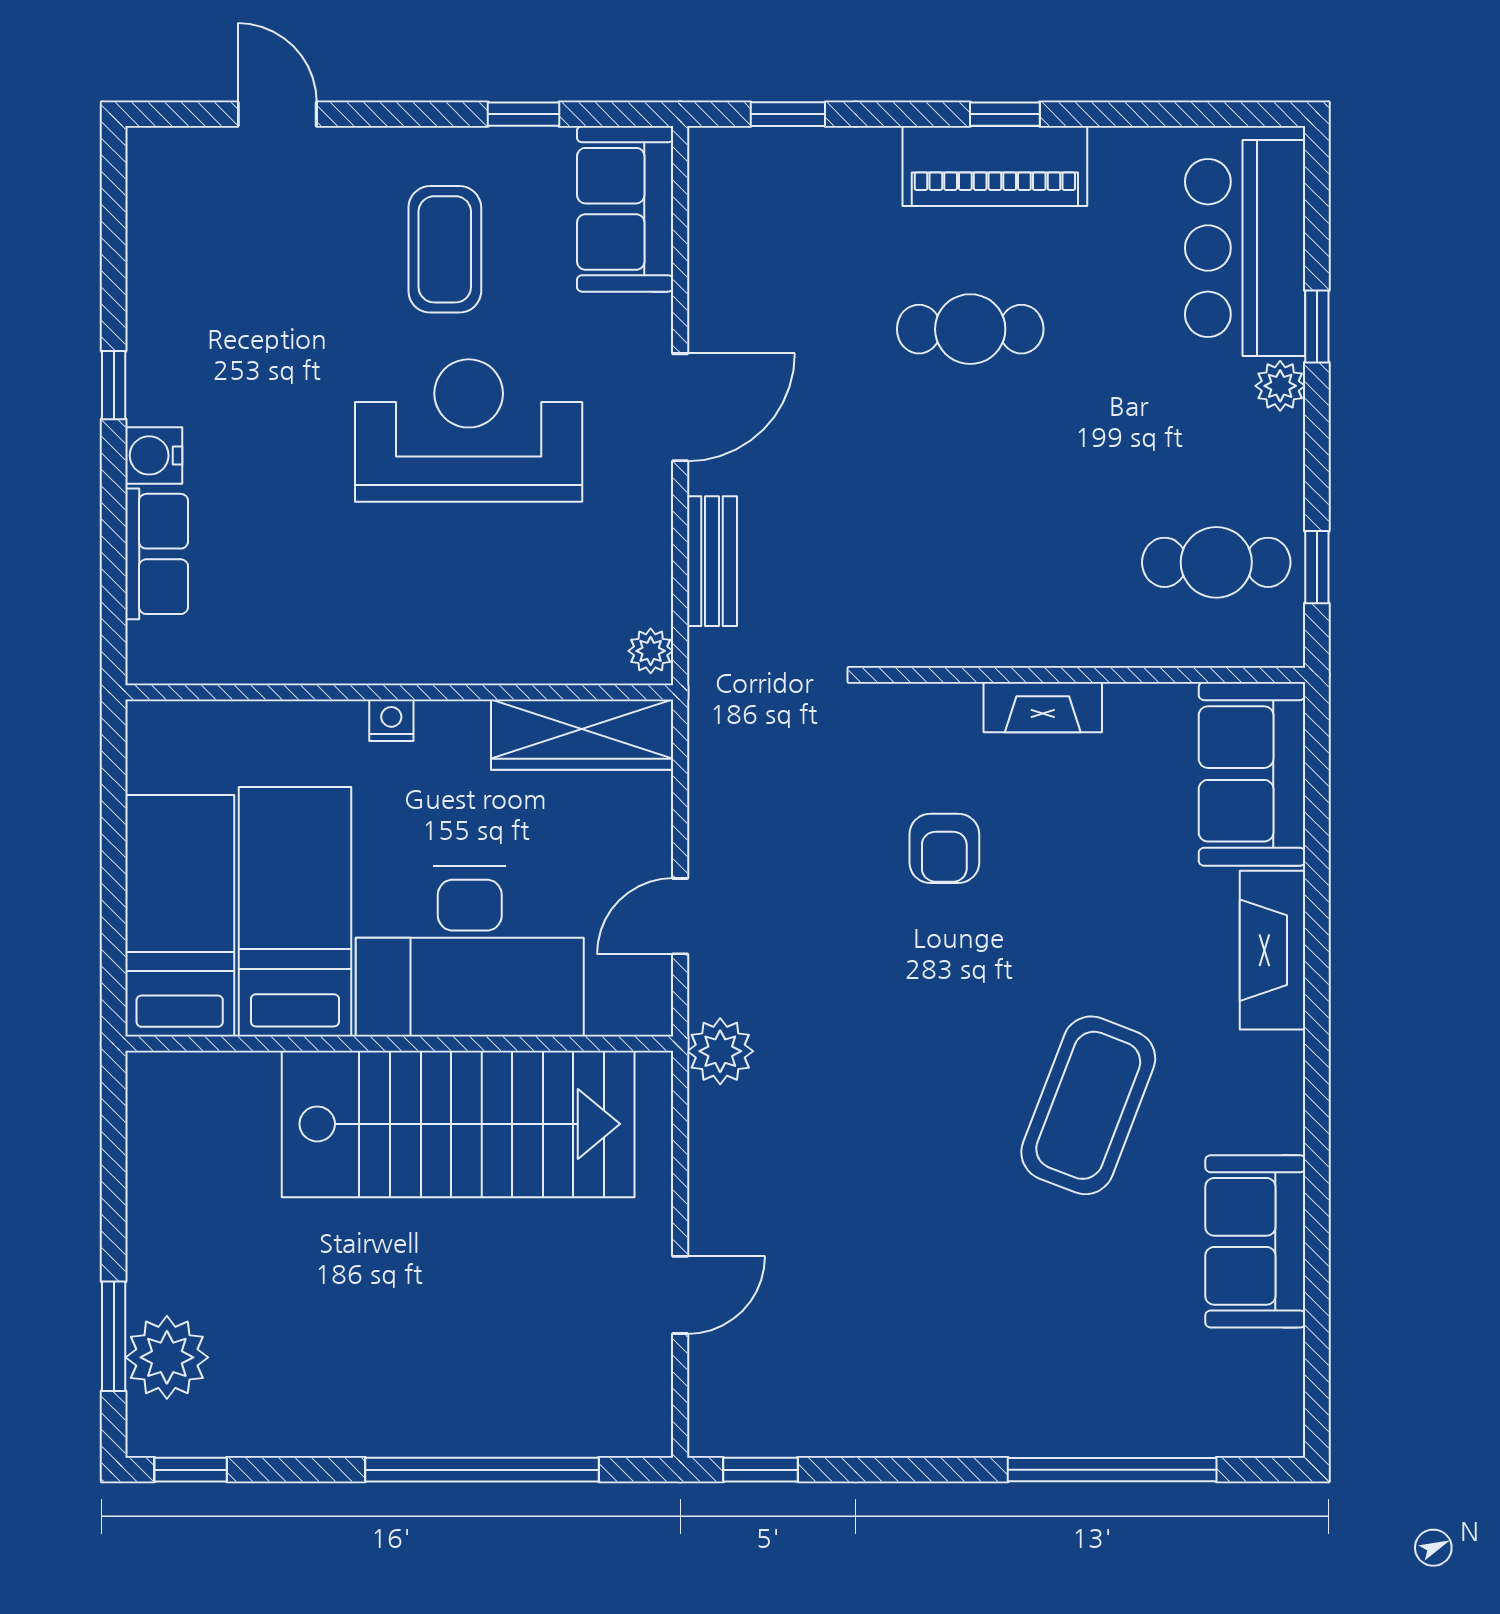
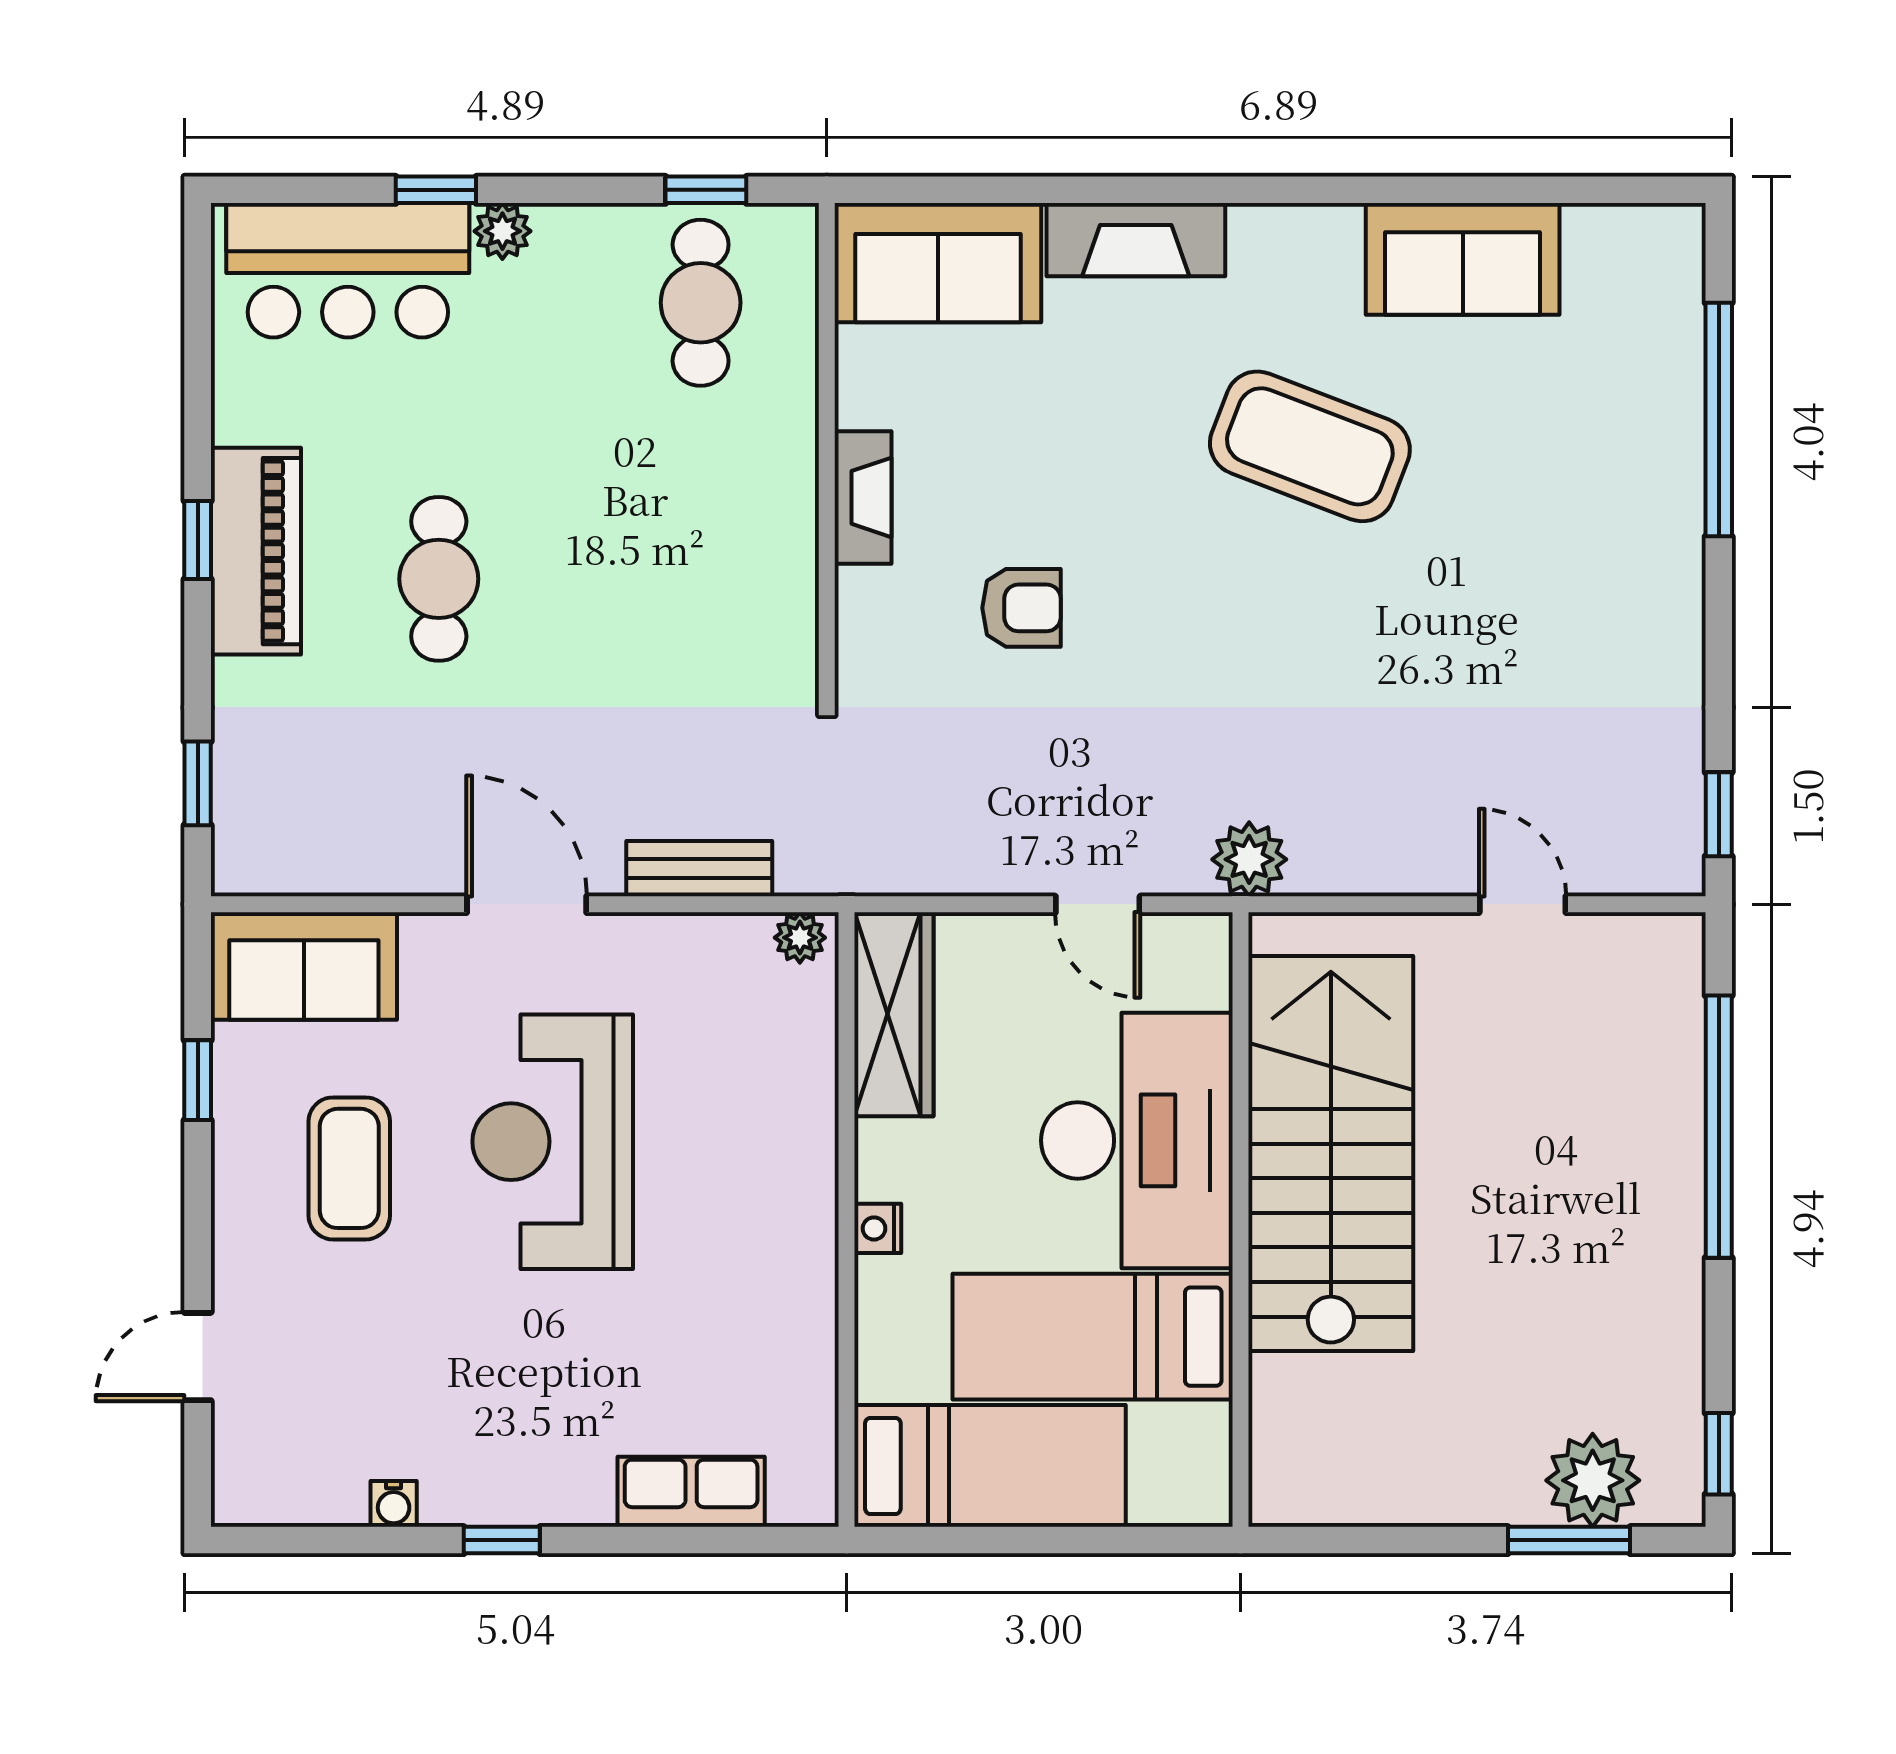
coffee table: (445, 249) -> (349, 1168), turned 90
water cooler: (154, 455) -> (394, 1504), moved, width x0.72, depth x0.72
bed: (180, 916) -> (990, 1466), moved, turned 180

